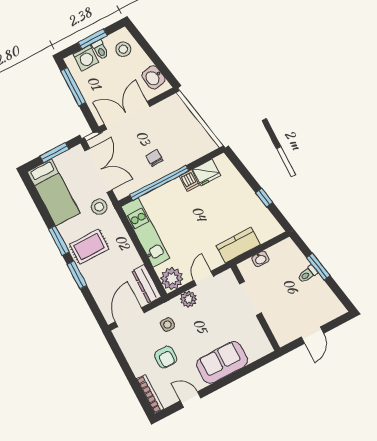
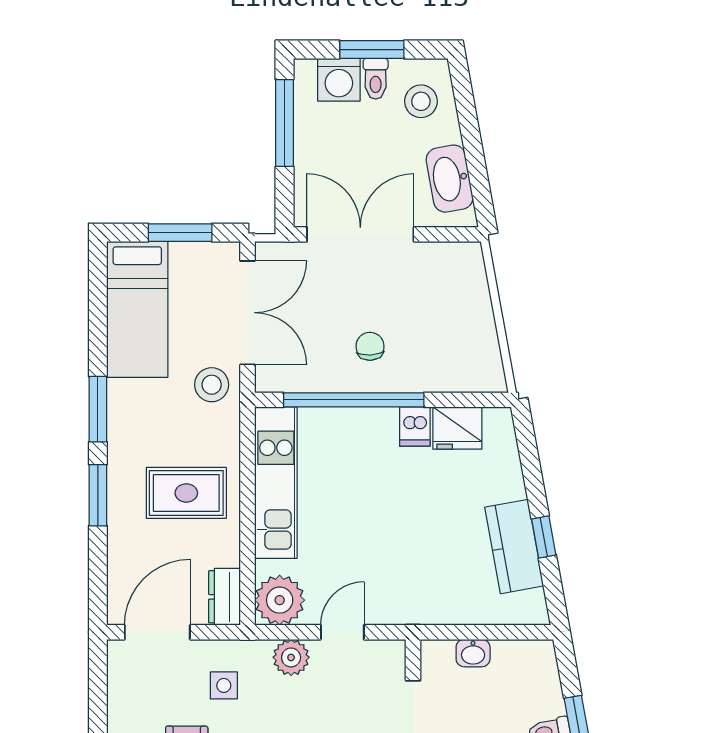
washbasin: (153, 77) -> (450, 179), width x1.38
kitchen counter: (238, 245) -> (514, 547), moved, turned -100
rug: (89, 247) -> (186, 493), moved
dresser: (146, 284) -> (224, 597), width x0.70

